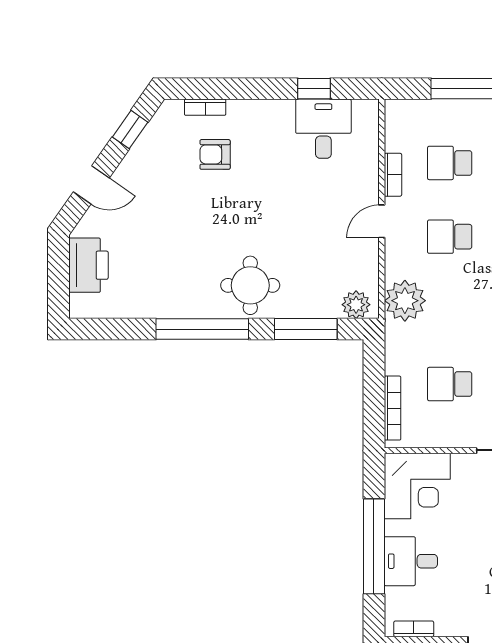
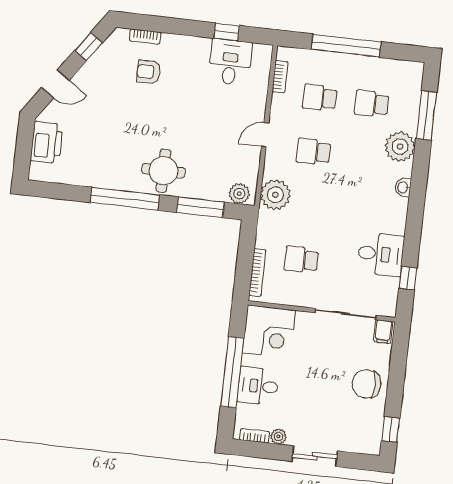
bookcase: (393, 175) -> (280, 77), moved
plant: (446, 626) -> (278, 436), added

